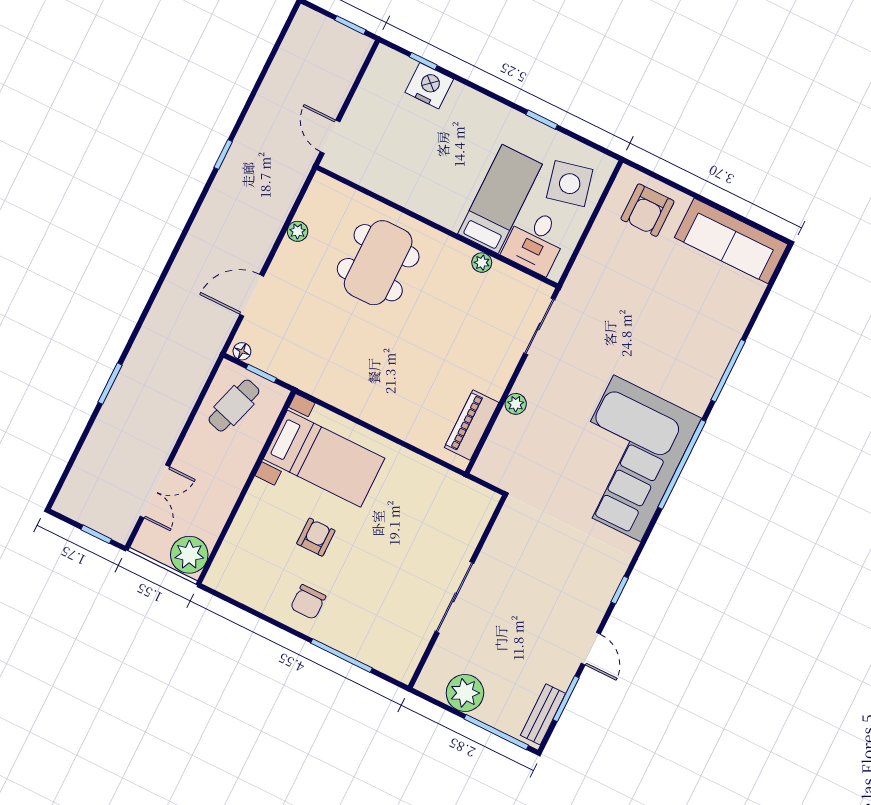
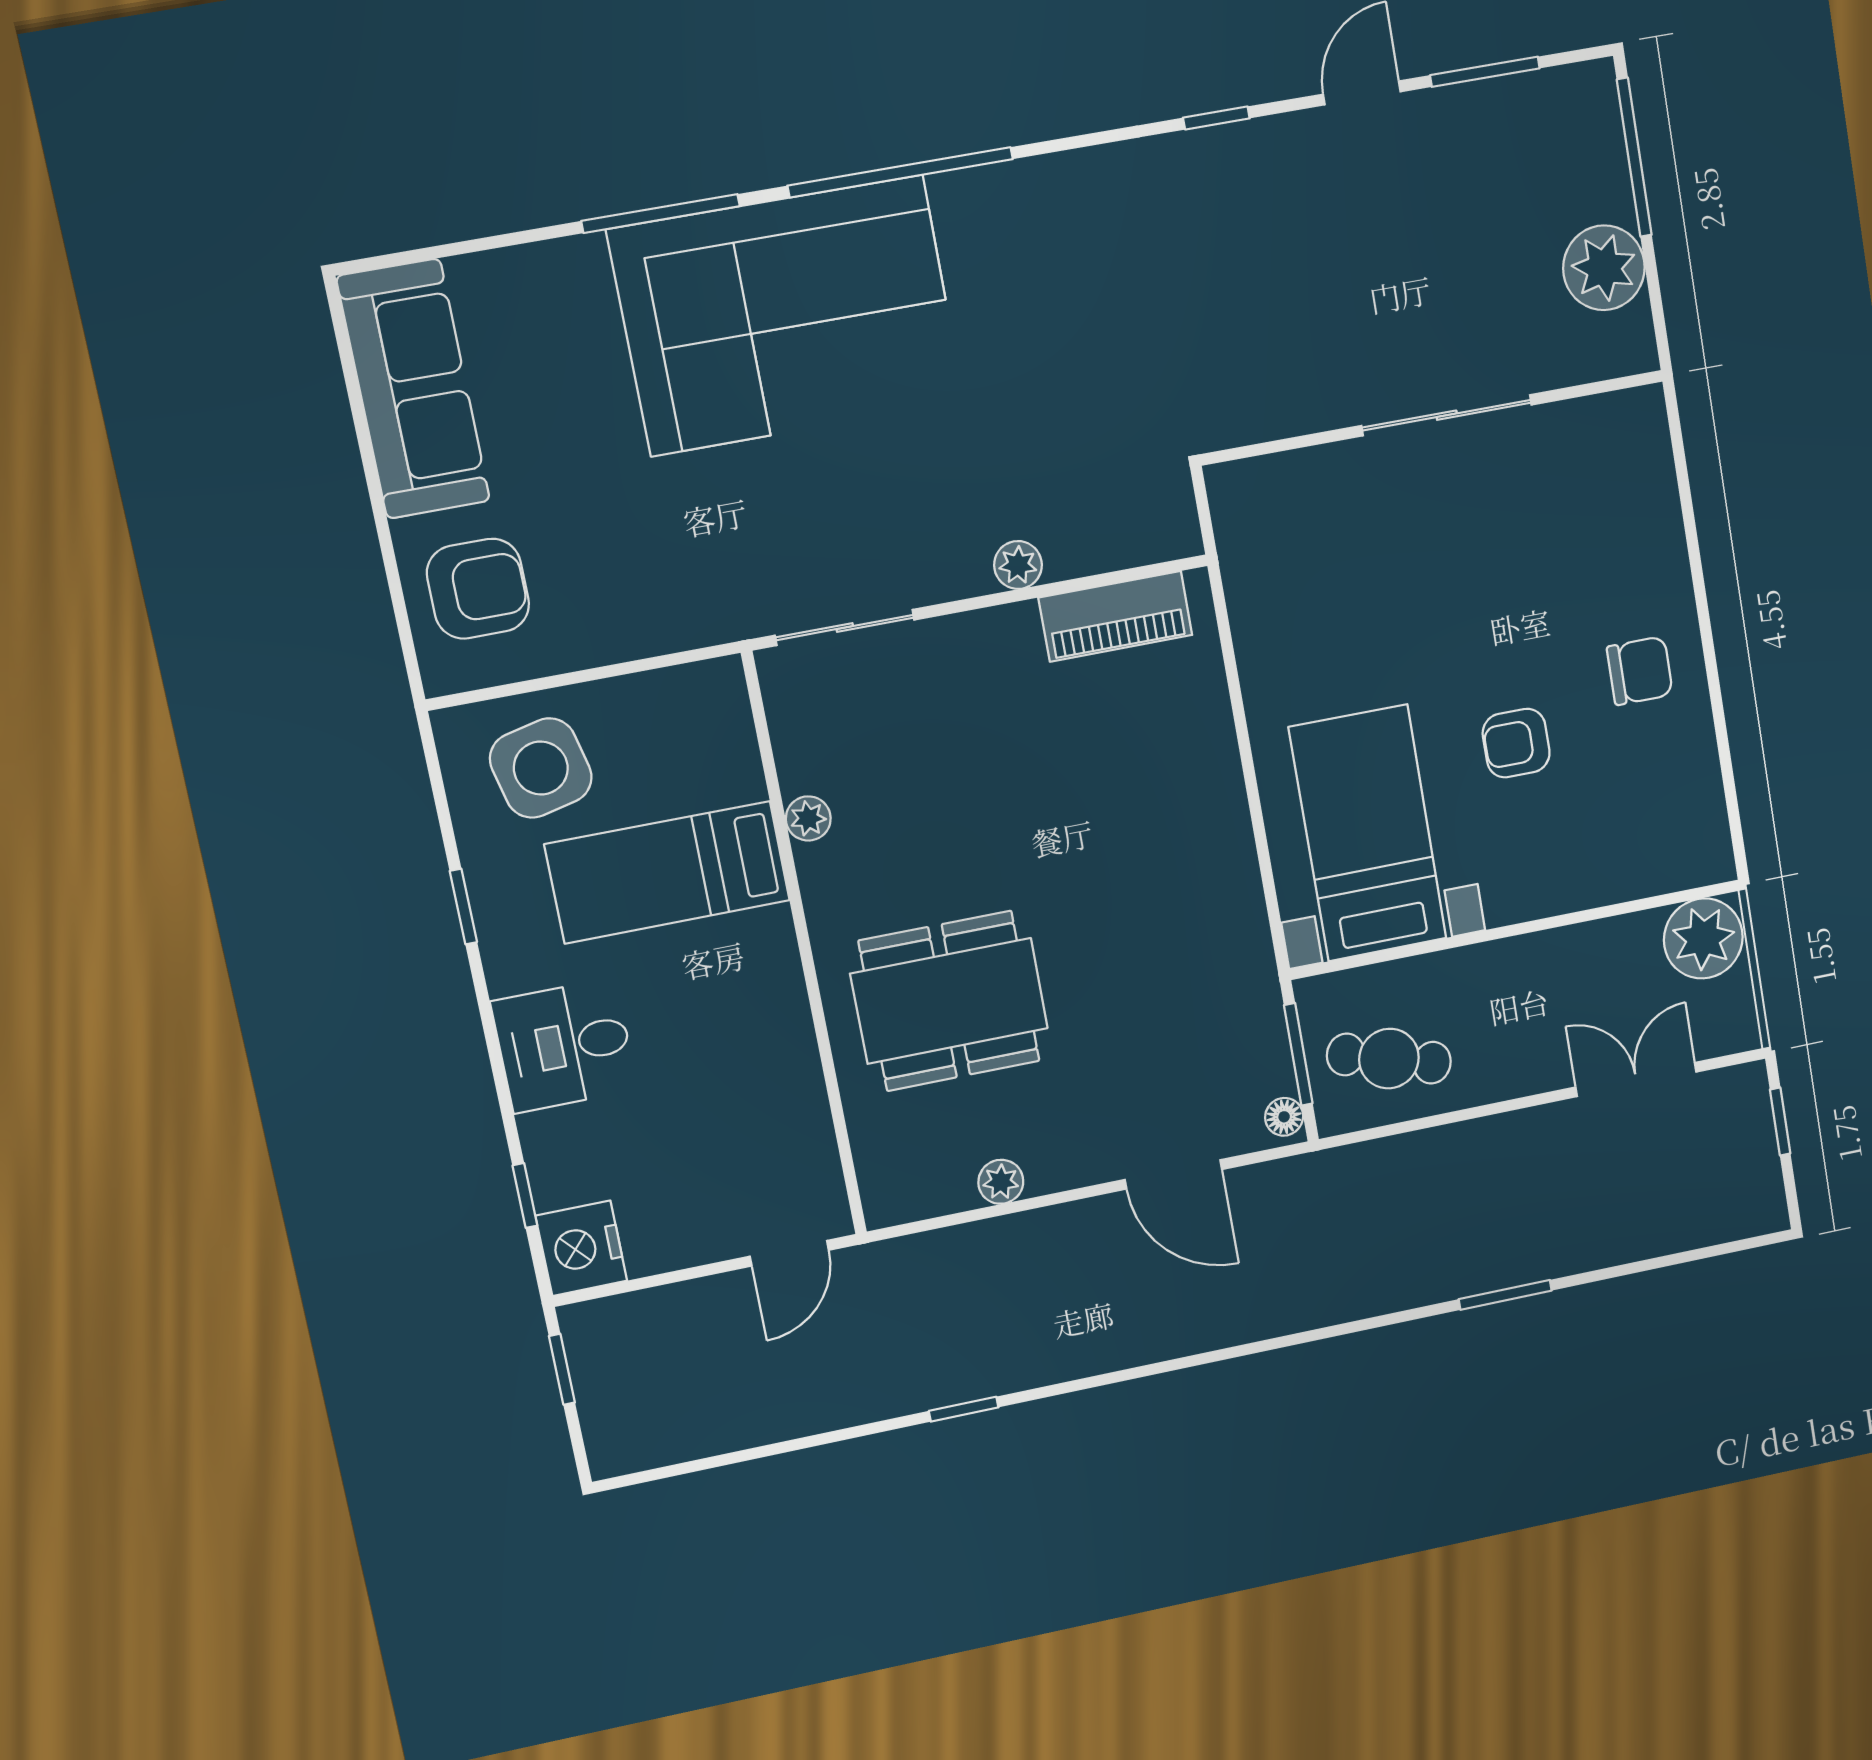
nightstand: (429, 86) -> (581, 1248), moved
desk: (535, 241) -> (564, 1046), moved, turned 180
window: (261, 374) -> (1298, 1054), width x1.50
corner sofa: (627, 458) -> (787, 316), moved
window: (342, 656) -> (1692, 541), removed
bench: (543, 714) -> (1543, 94), removed

